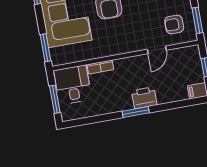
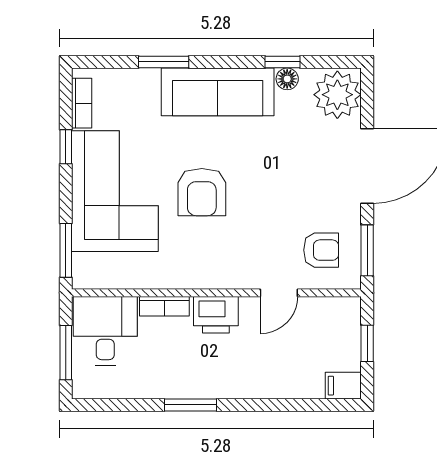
armchair: (174, 24) -> (321, 250), turned 180
printer: (144, 98) -> (216, 315), moved, turned 180
window: (136, 112) -> (190, 405), moved

